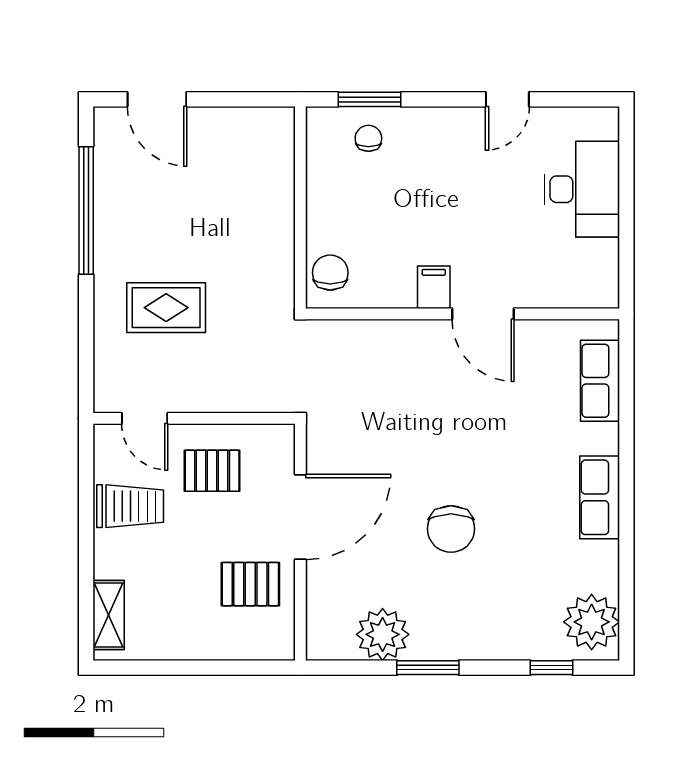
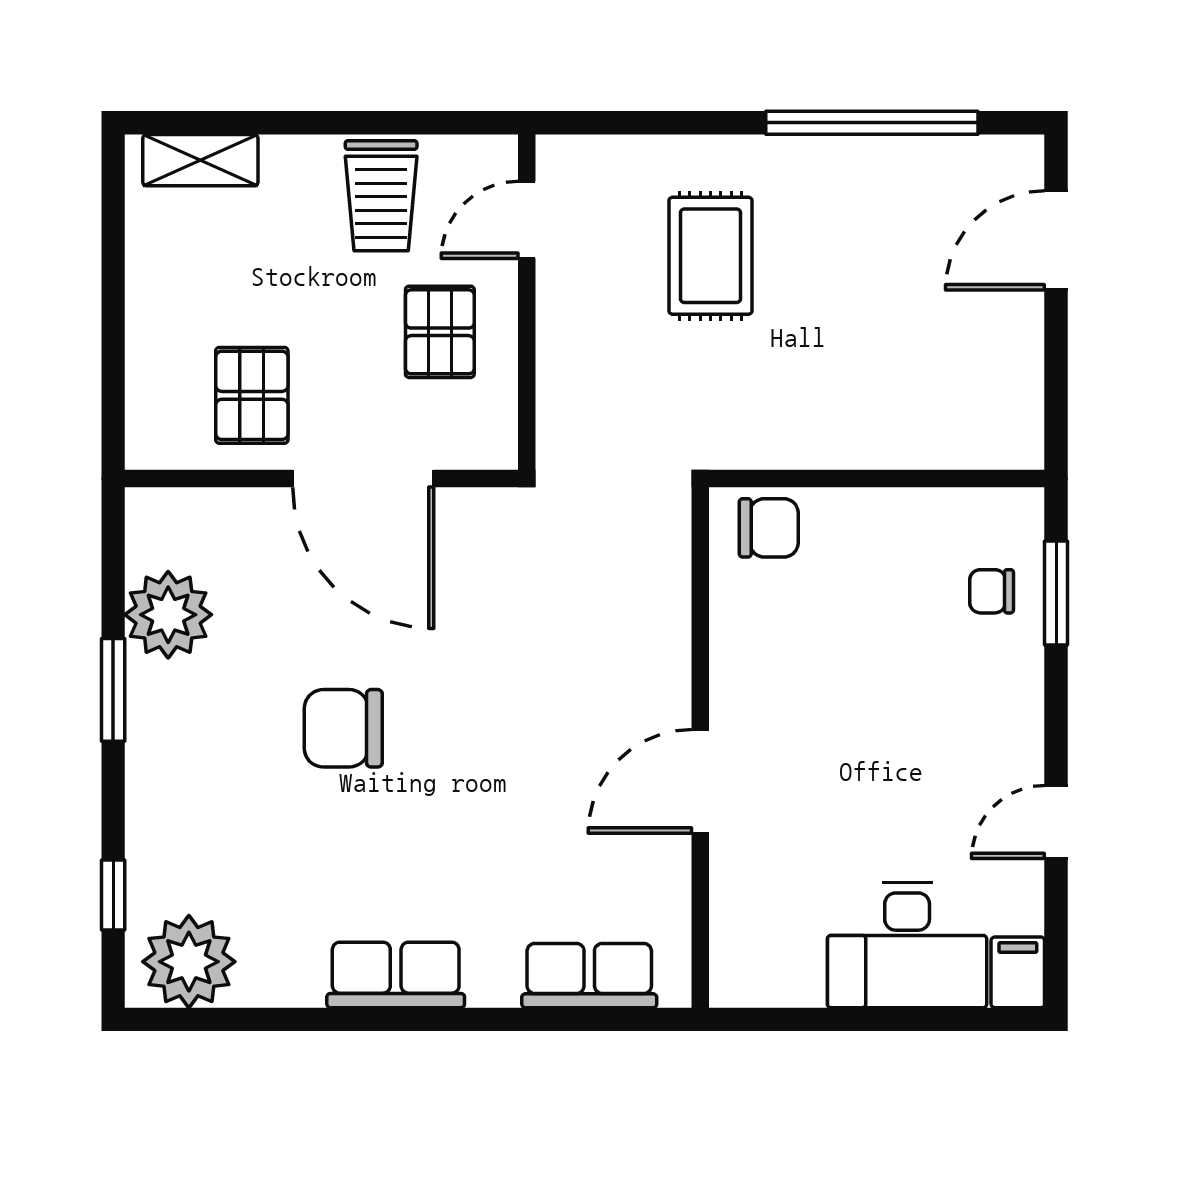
door: (507, 99) -> (1056, 822), hinge flipped
chair: (368, 138) -> (992, 591), turned 180
filing cabinet: (434, 287) -> (1018, 972), moved, turned -90

